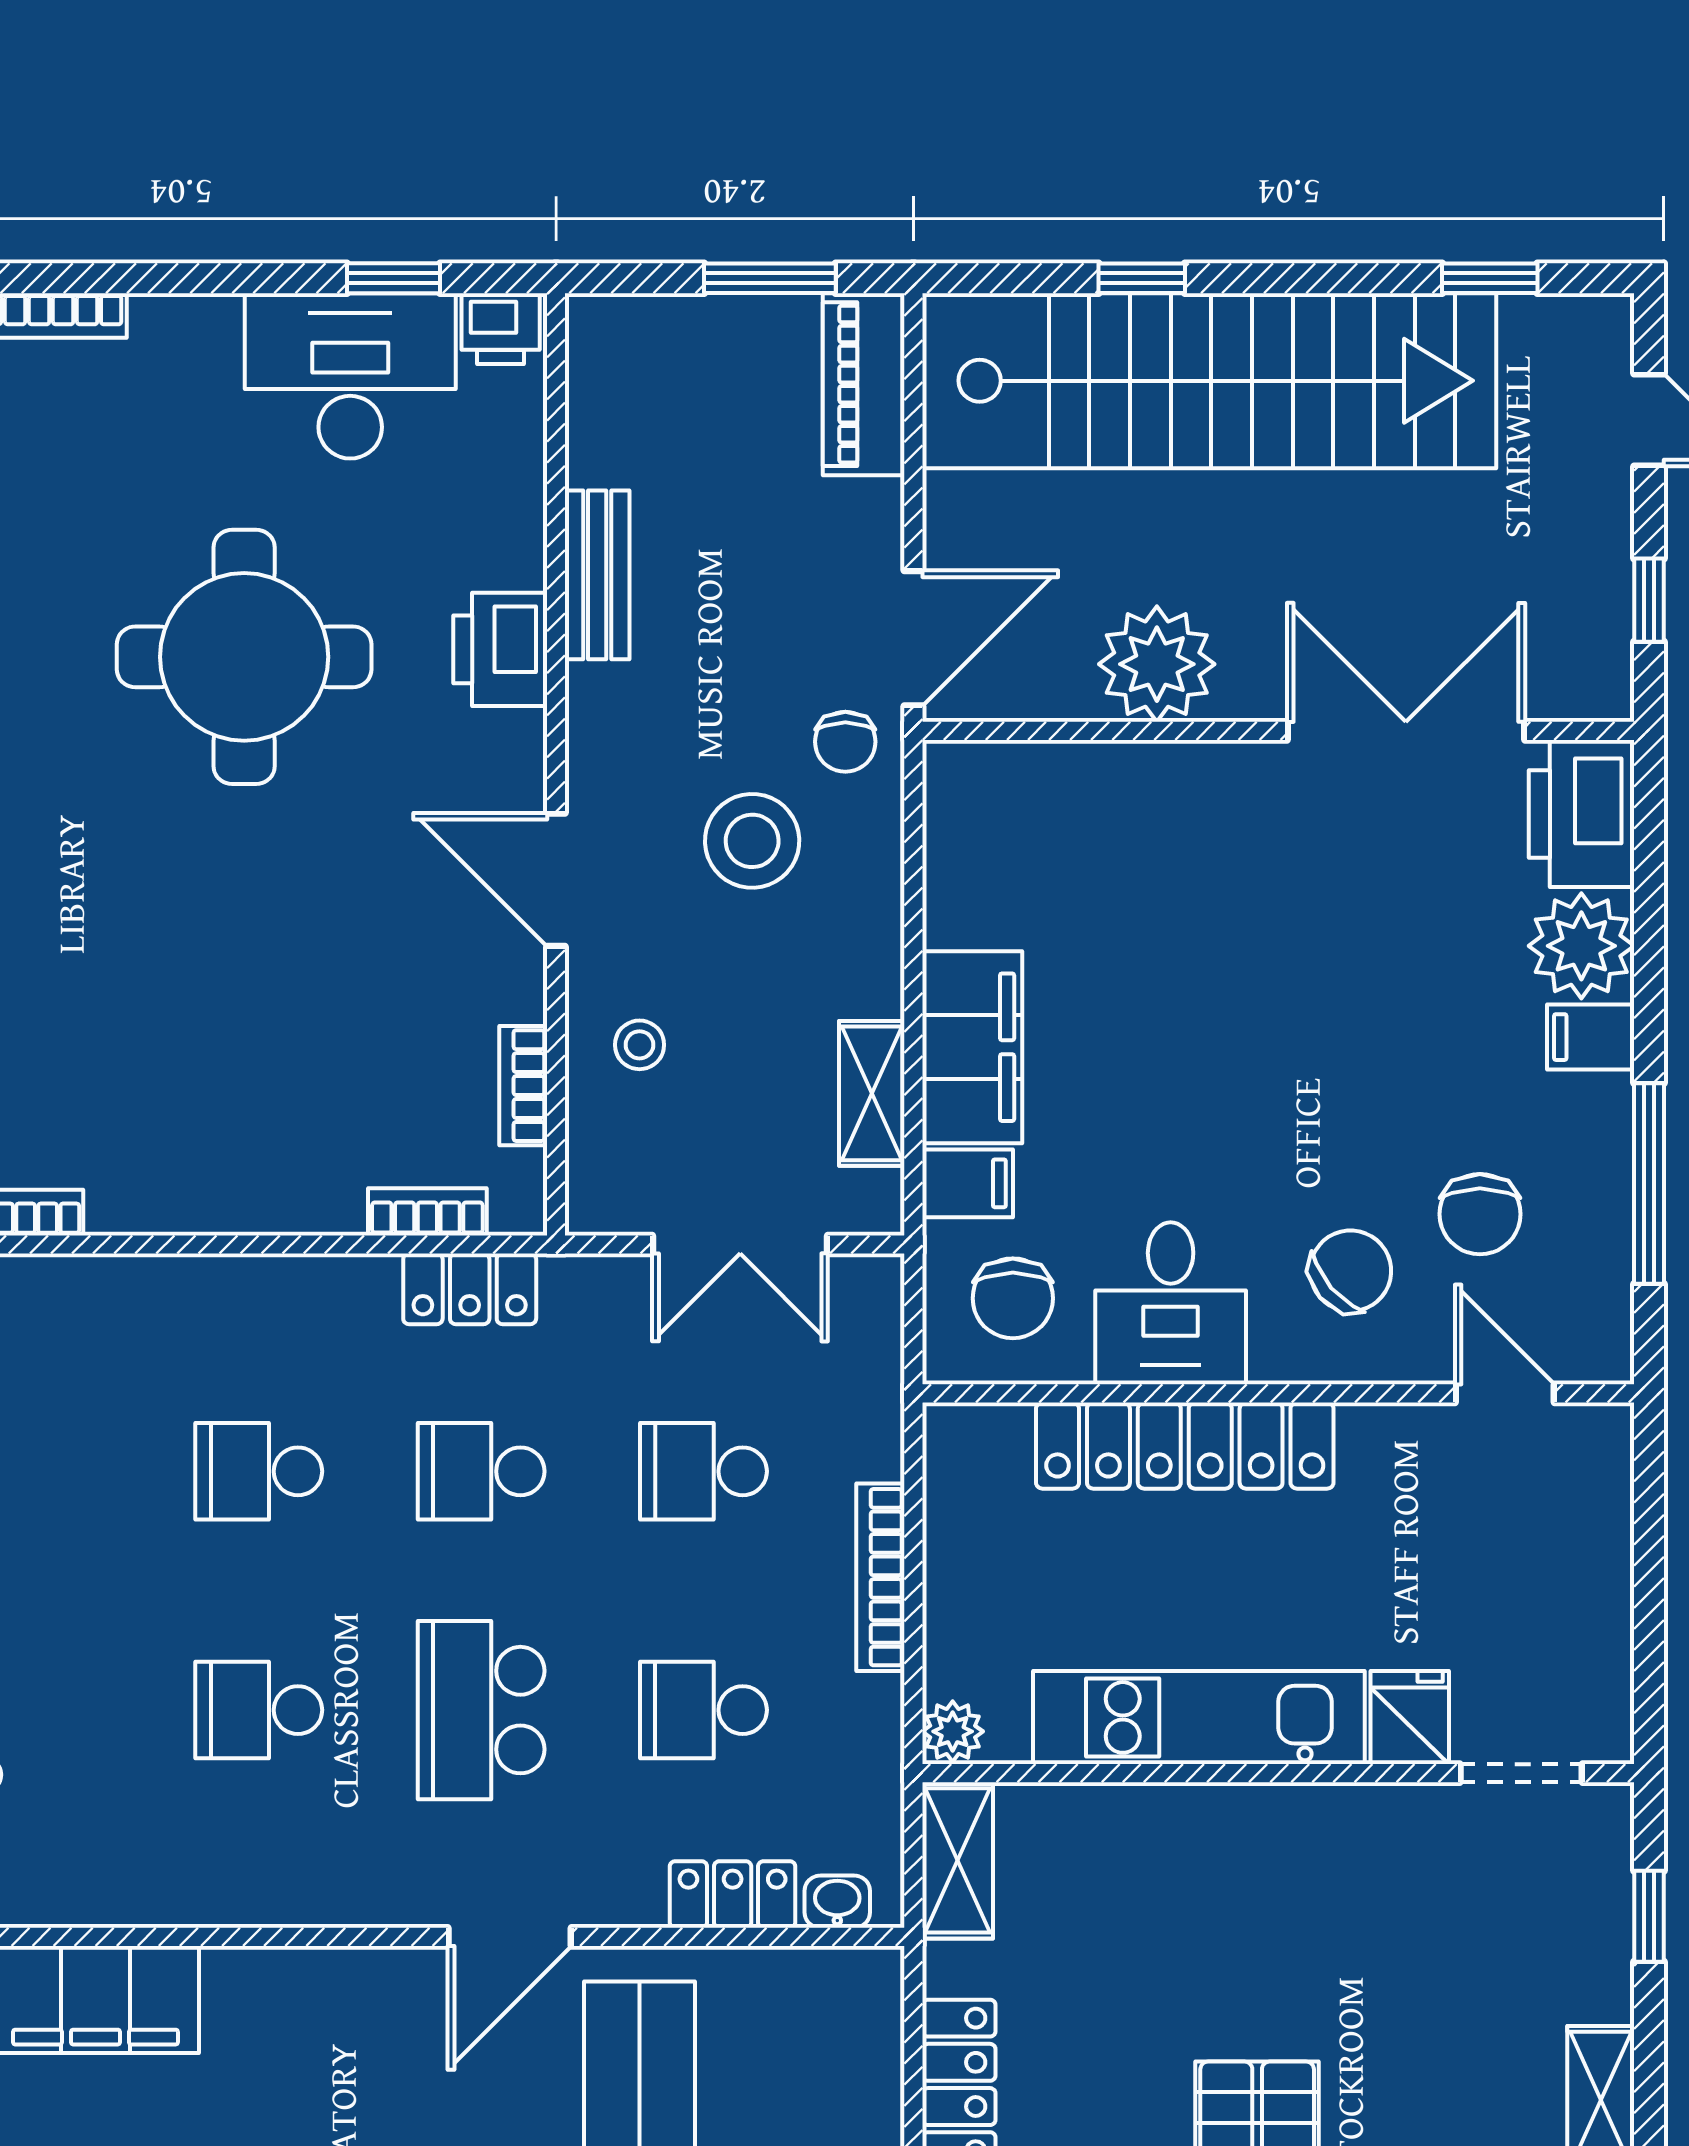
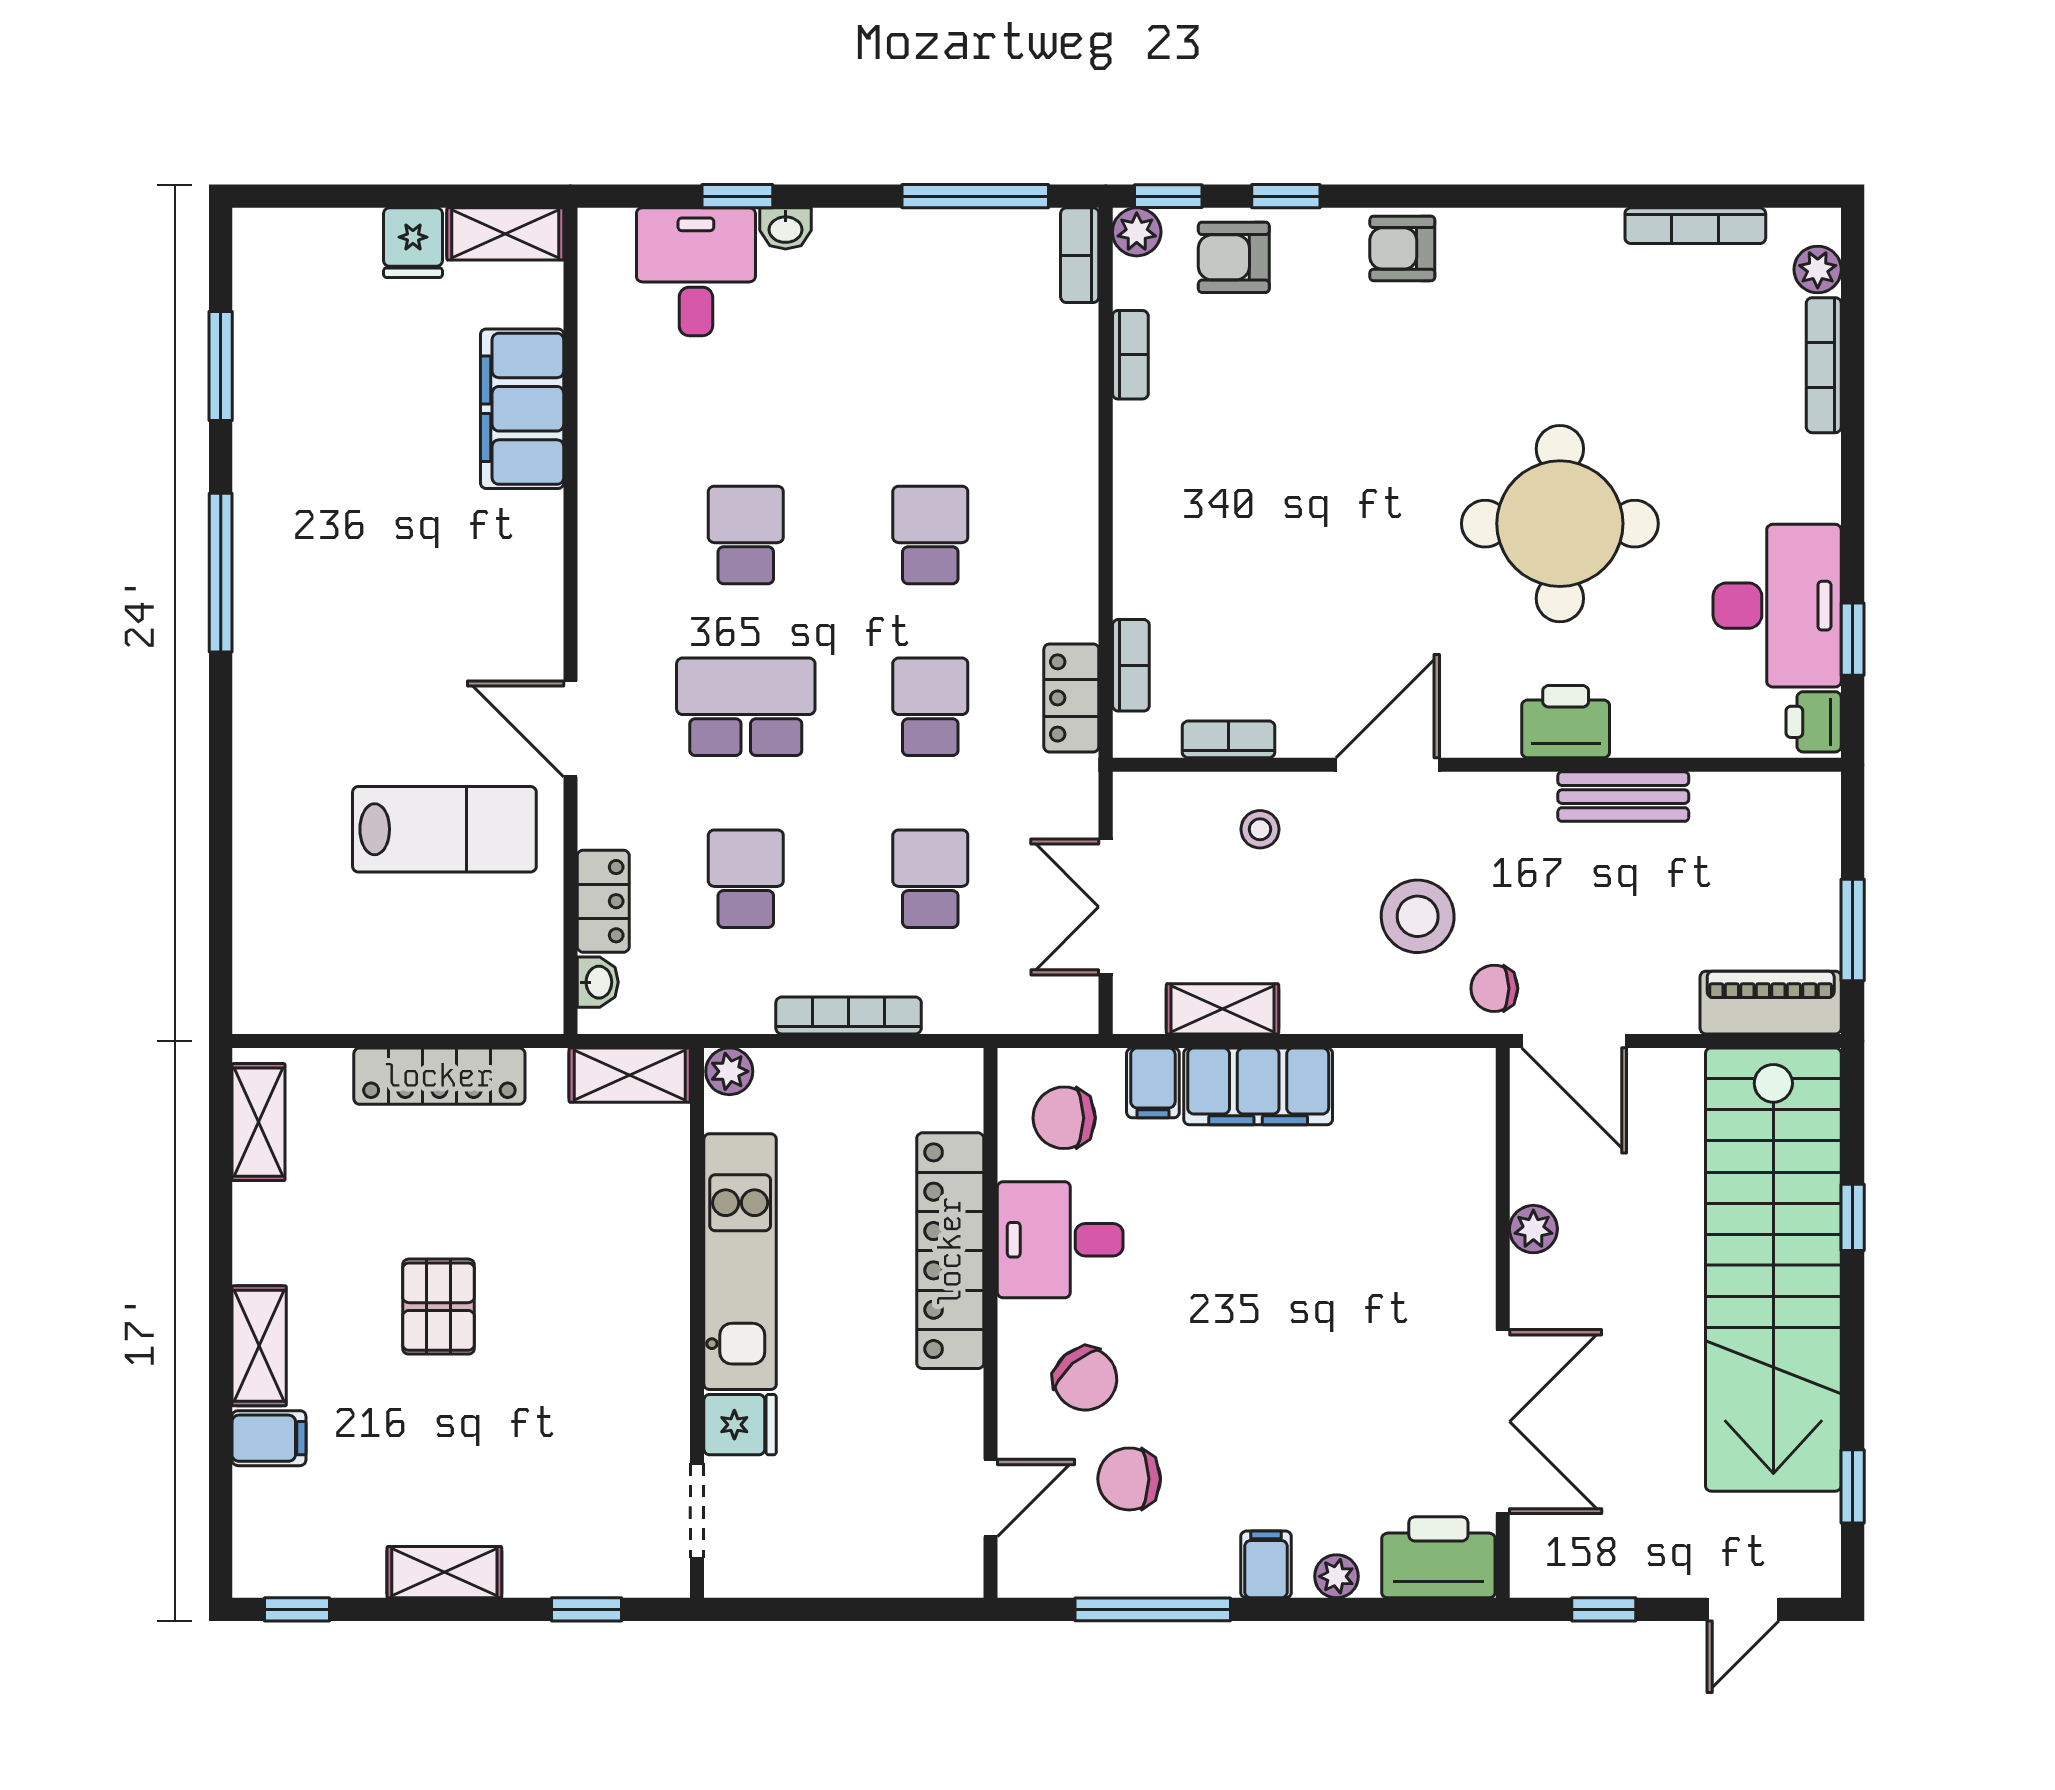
plant: (1157, 664) -> (1533, 1229), width x0.53, depth x0.53
plant: (1581, 946) -> (1337, 1576), width x0.53, depth x0.53

